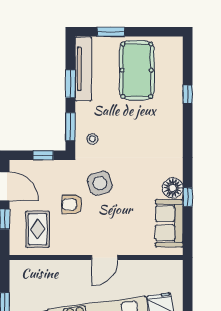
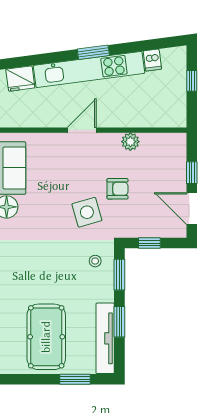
rug: (38, 229) -> (155, 161), removed
plant: (60, 247) -> (130, 142), added

